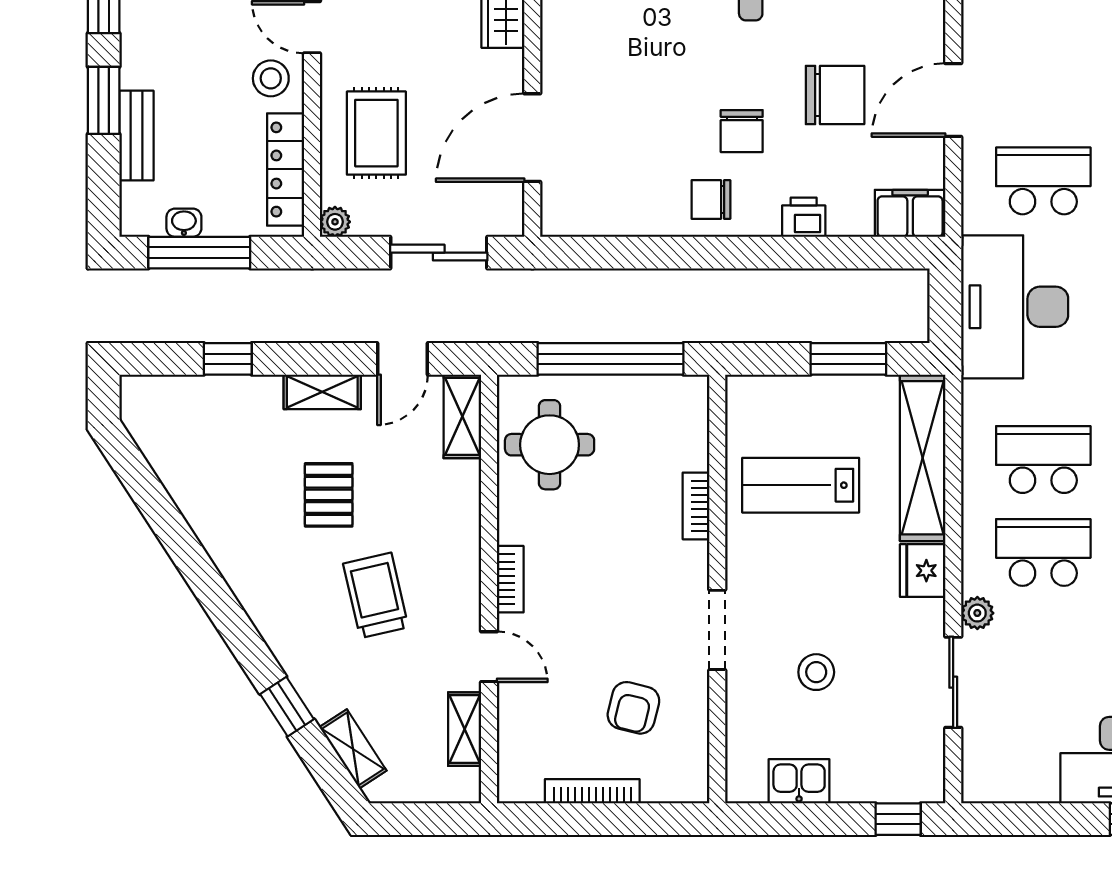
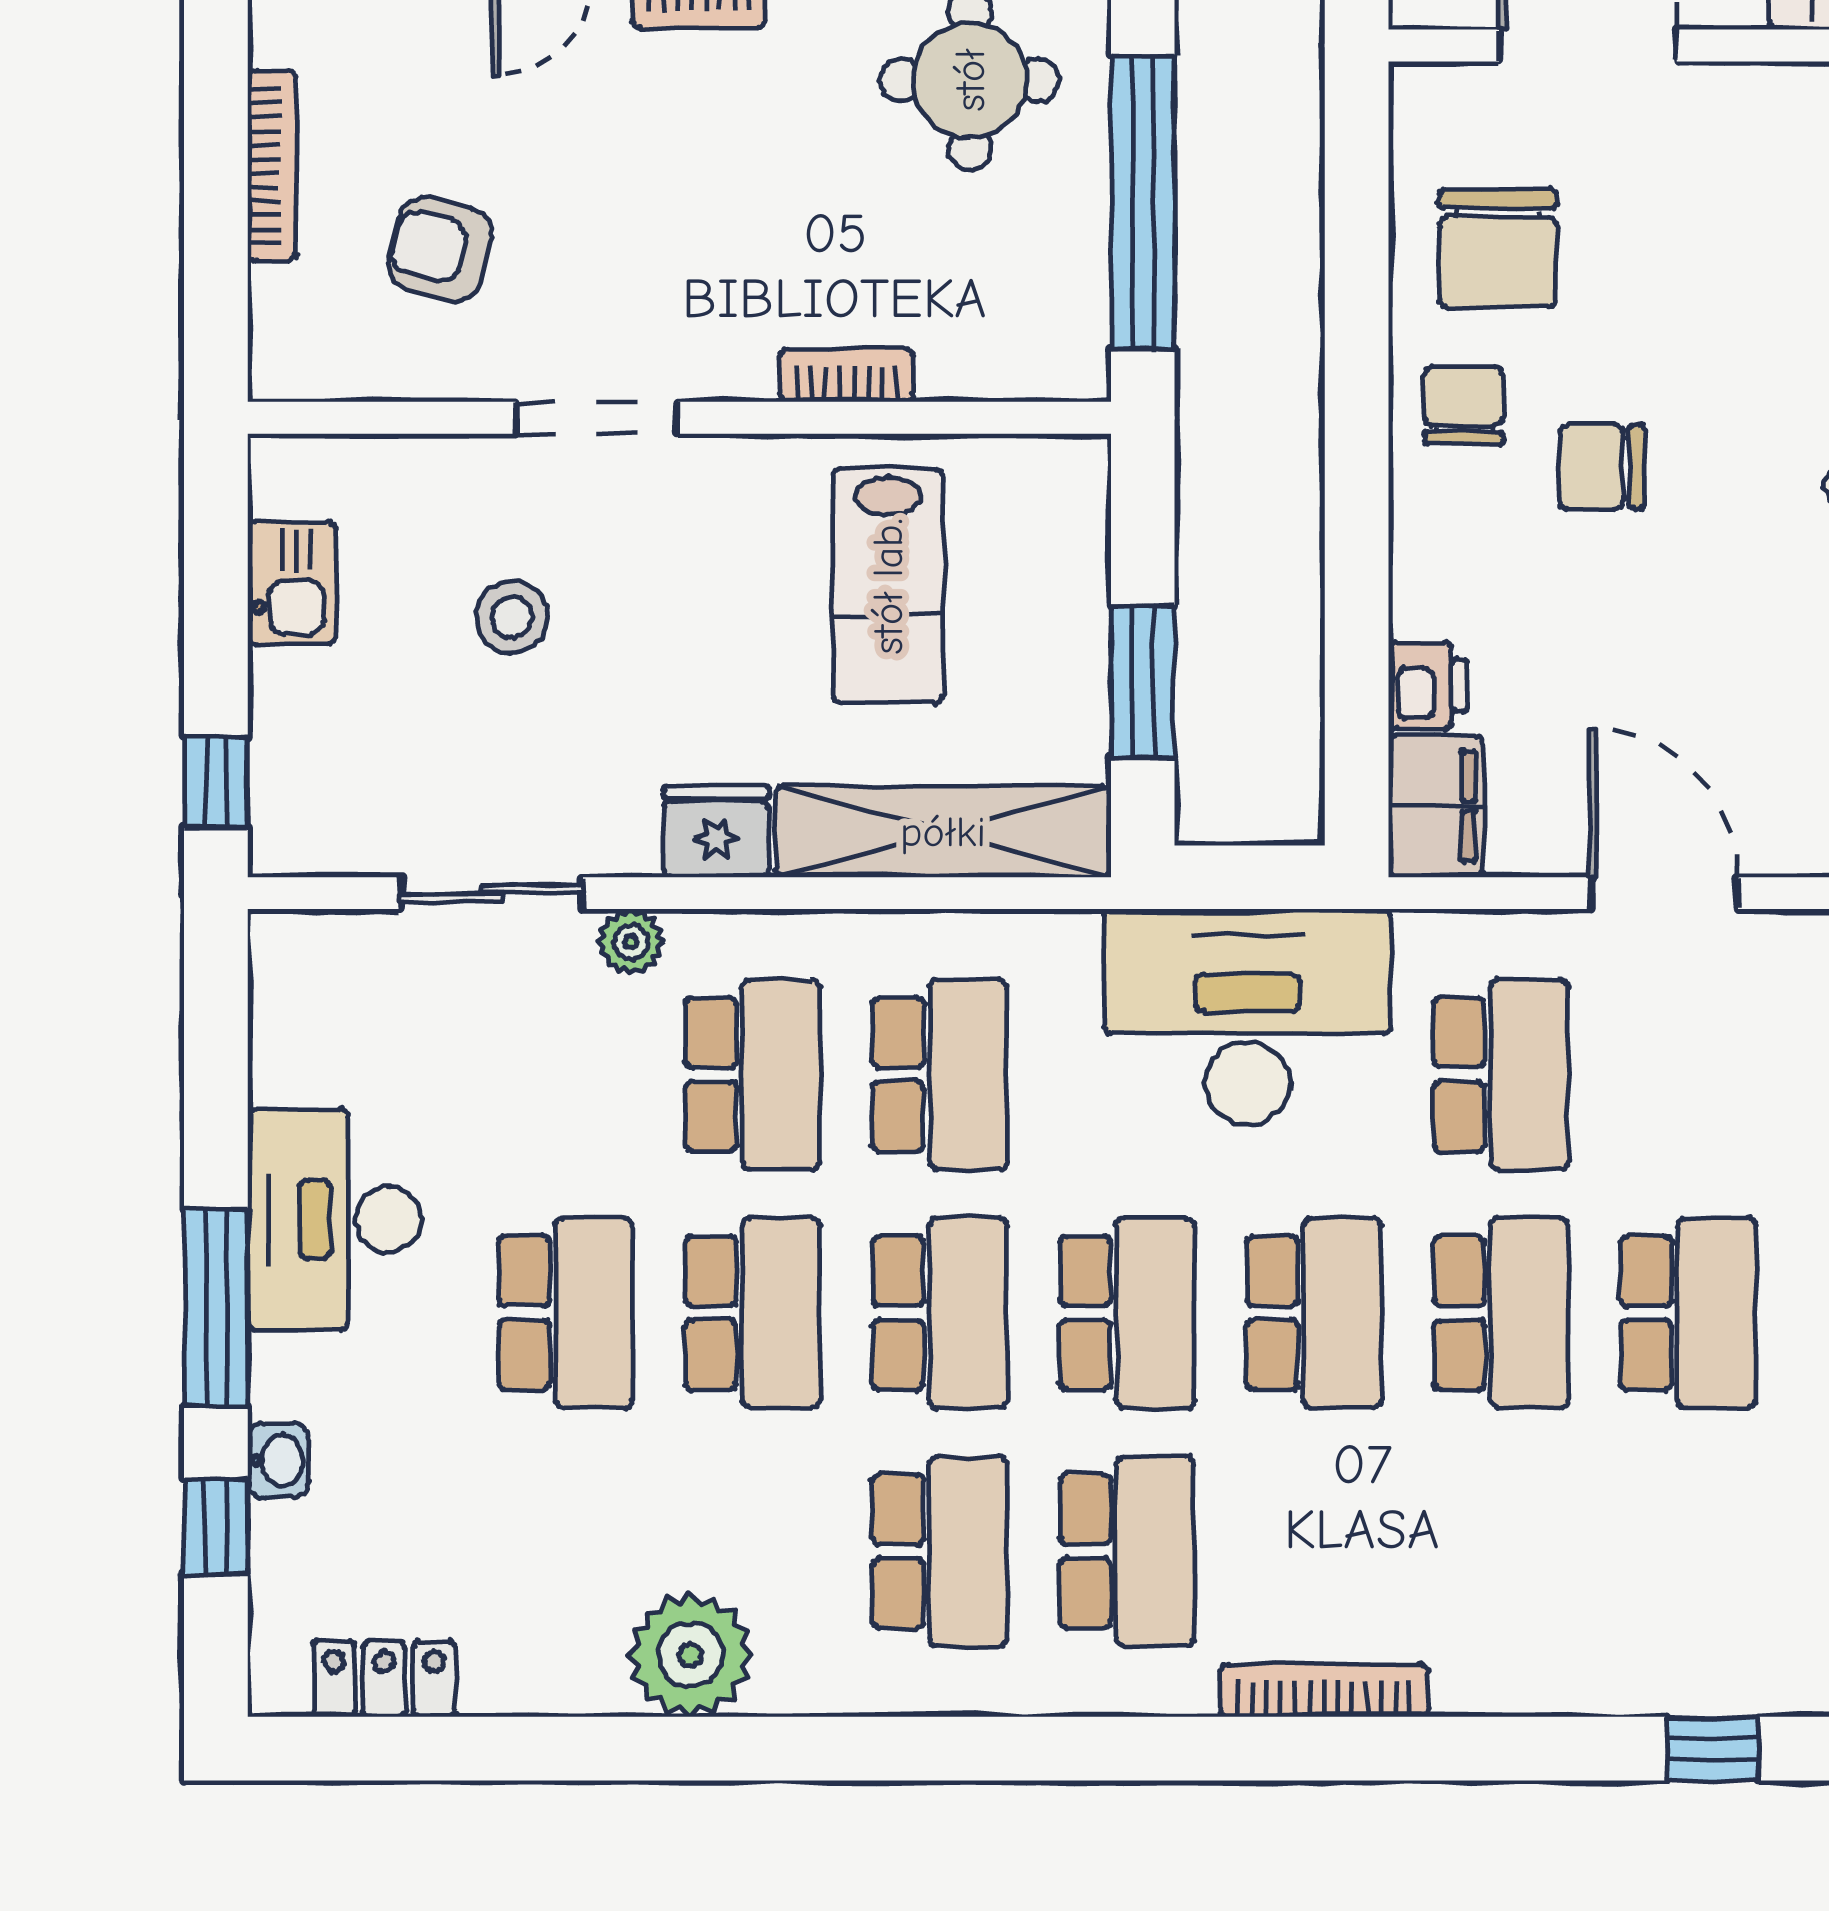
chair: (835, 95) -> (1498, 248), moved
printer: (804, 217) -> (1428, 685), moved
lab bench: (801, 485) -> (888, 586), turned 180

